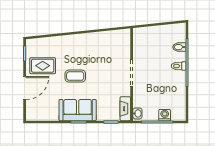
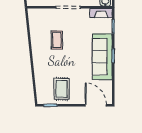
coffee table: (75, 76) -> (57, 40), moved
door: (25, 88) -> (96, 105), moved
sofa: (78, 110) -> (102, 57), width x1.36

